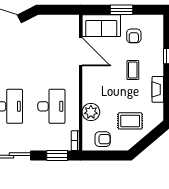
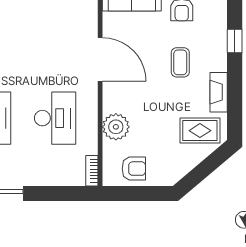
door: (81, 52) -> (100, 59), moved
rug: (130, 121) -> (200, 131), moved
window: (57, 155) -> (64, 193), removed

